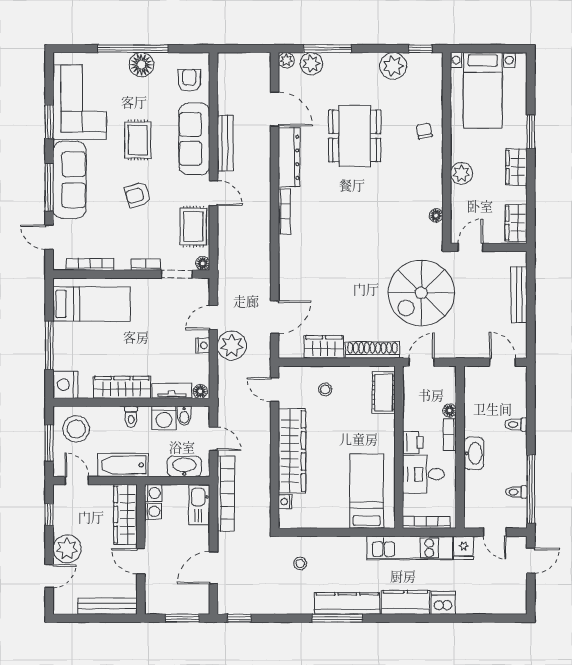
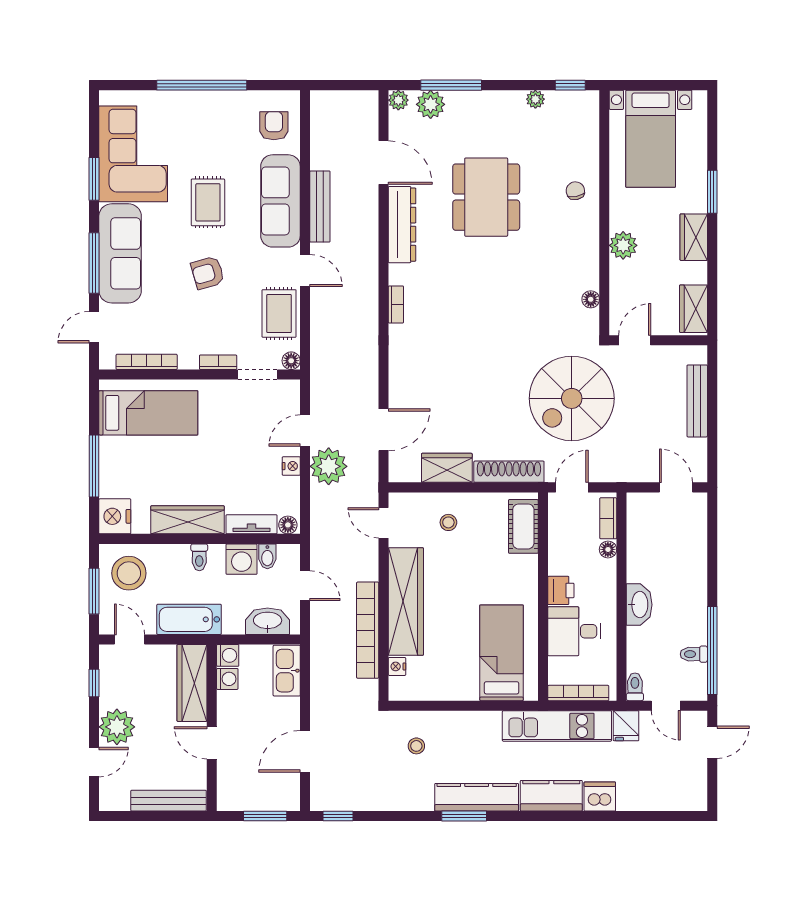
floor lamp: (141, 65) -> (212, 106), removed
plant: (393, 66) -> (535, 99), width x0.53, depth x0.53
bookcase: (284, 211) -> (396, 304), width x0.64
door: (49, 237) -> (94, 327), hinge flipped
toilet: (516, 424) -> (635, 687), moved, turned 90
bookcase: (450, 435) -> (608, 518), moved
bookcase: (226, 494) -> (368, 630), moved, turned 180
window: (337, 618) -> (464, 816), width x0.69

